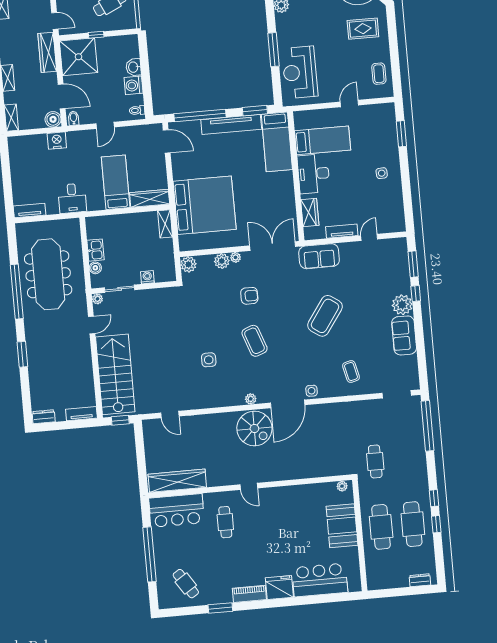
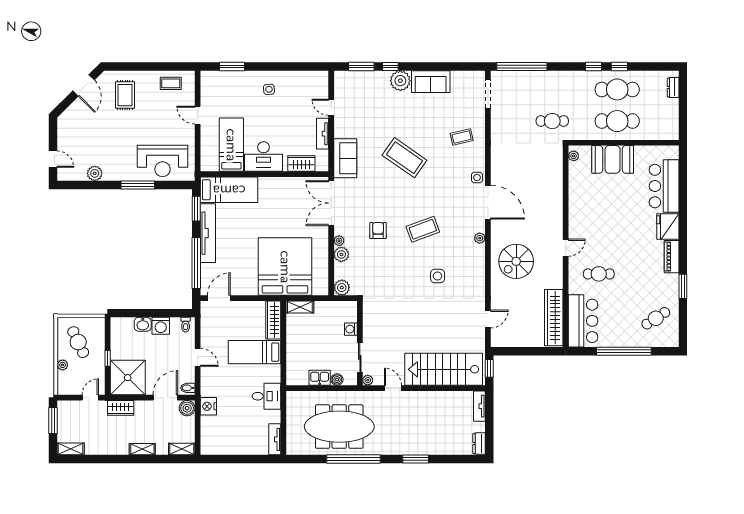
wardrobe: (47, 52) -> (121, 408), width x0.67
spiral stairs: (254, 428) -> (516, 261), moved, turned 180

